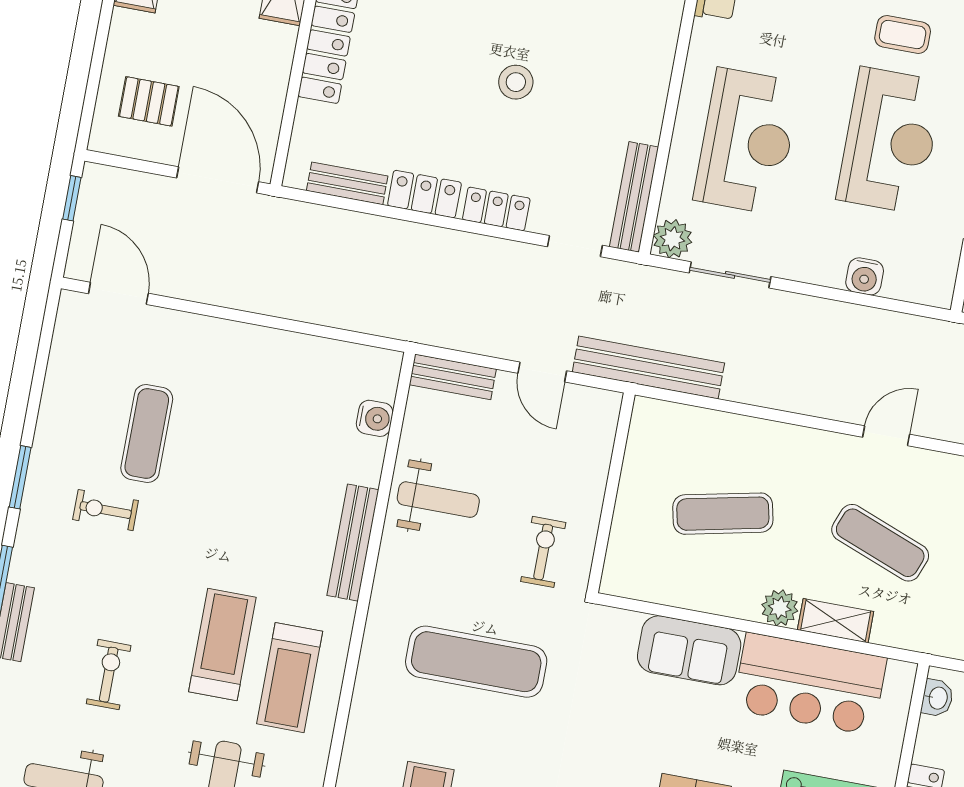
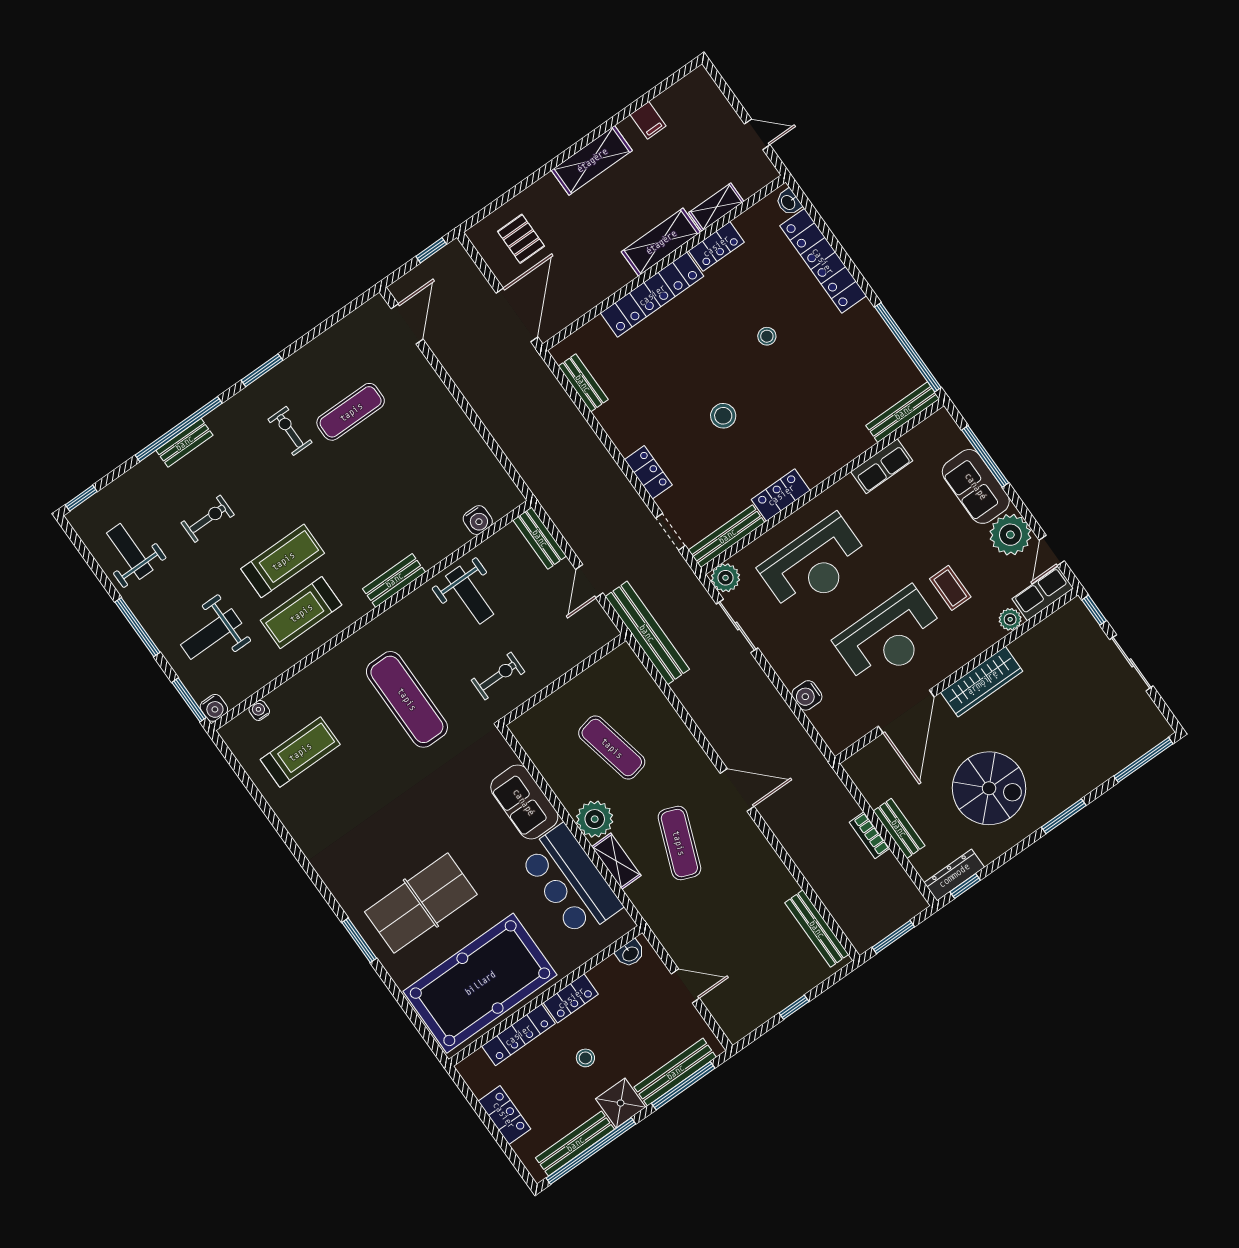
locker: (424, 194) -> (781, 495), moved, turned -90
door: (886, 436) -> (737, 790), width x1.38
bench: (353, 543) -> (394, 580), width x0.73
plant: (780, 608) -> (595, 819), width x1.36, depth x1.36

